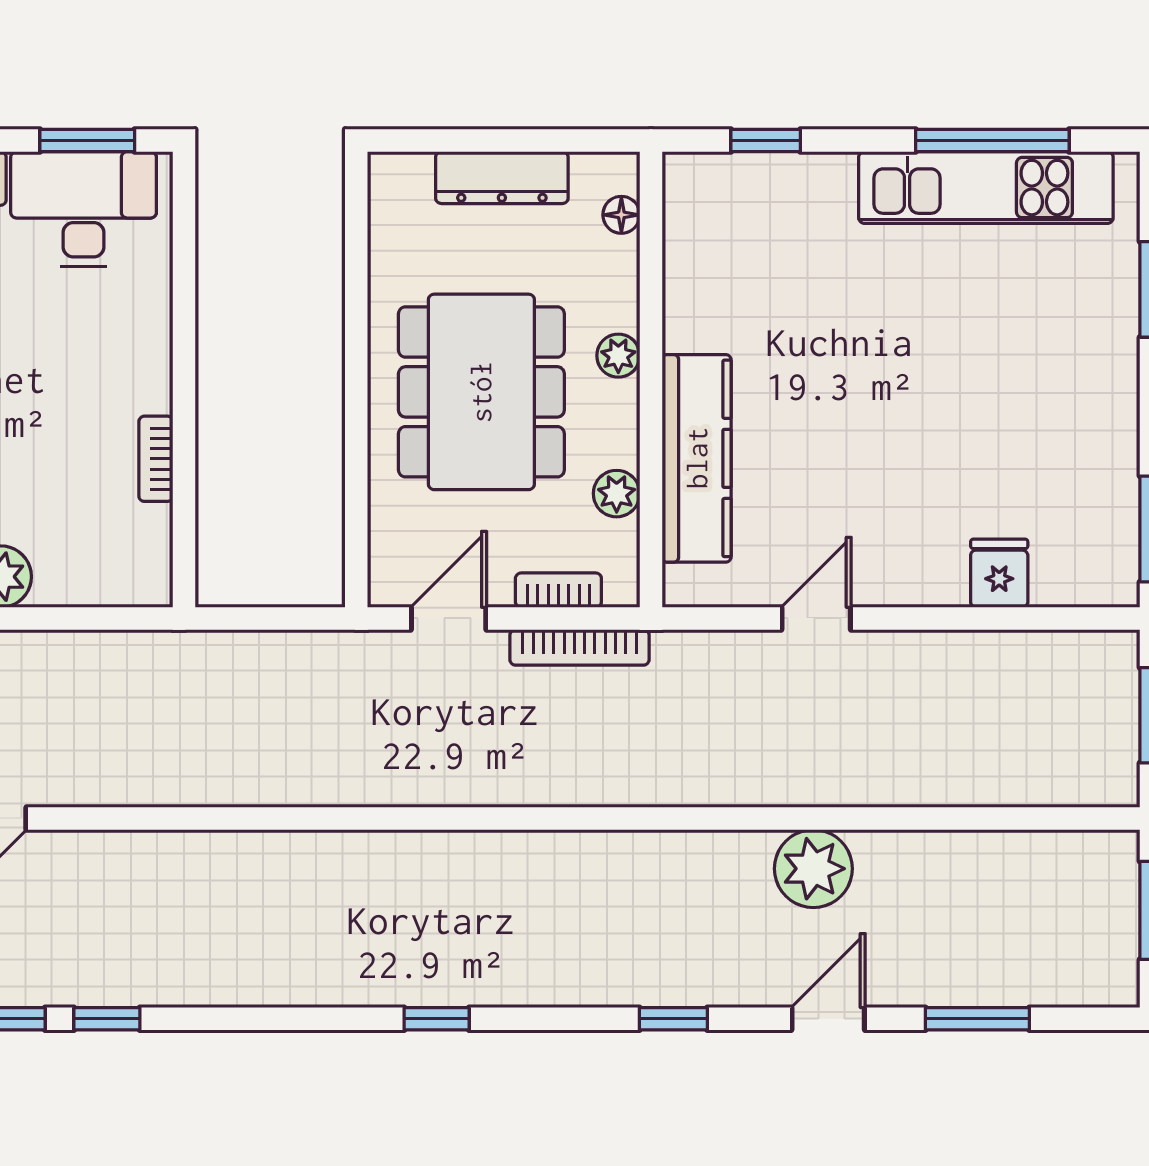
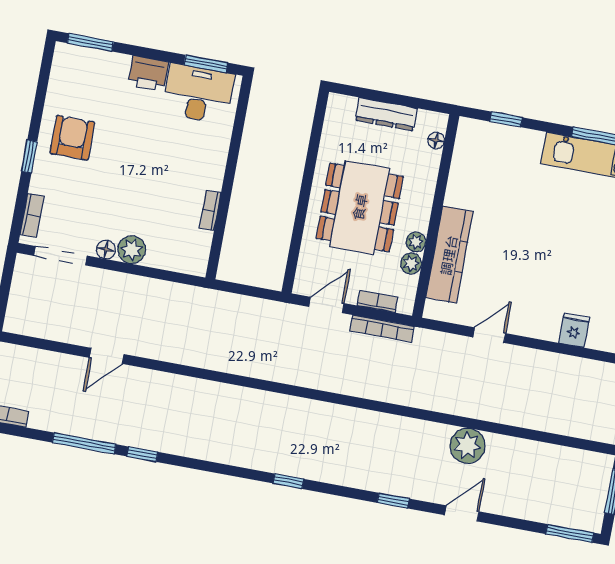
plant: (618, 356) -> (416, 242), moved
window: (977, 1019) -> (570, 533), moved

